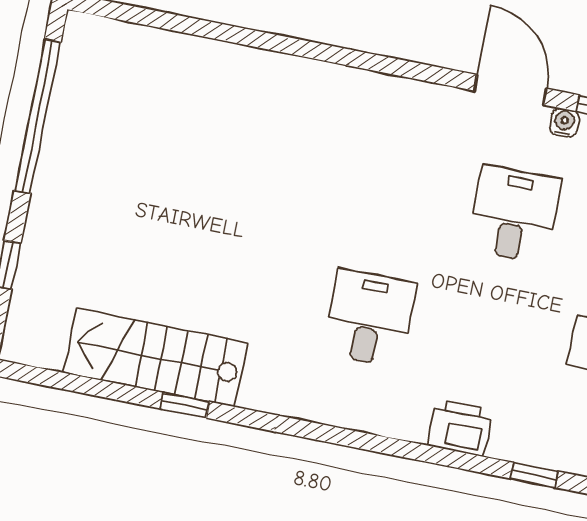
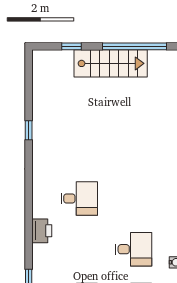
stairs: (155, 358) -> (111, 63), moved, turned 90
printer: (460, 428) -> (42, 231), moved

